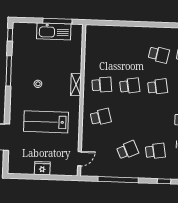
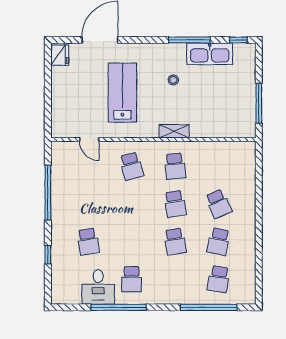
kitchen sink: (54, 31) -> (210, 54), moved, turned -90
school desk: (127, 150) -> (219, 204), moved
door: (79, 159) -> (89, 139), moved
fridge: (42, 168) -> (60, 55), moved

